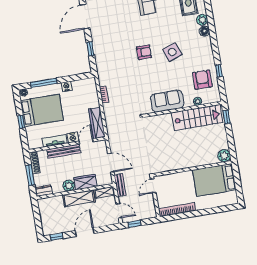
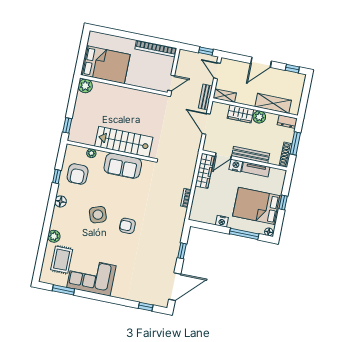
floor lamp: (204, 31) -> (61, 201), moved
stairs: (197, 118) -> (124, 142), moved
shelving: (79, 198) -> (273, 103), moved

